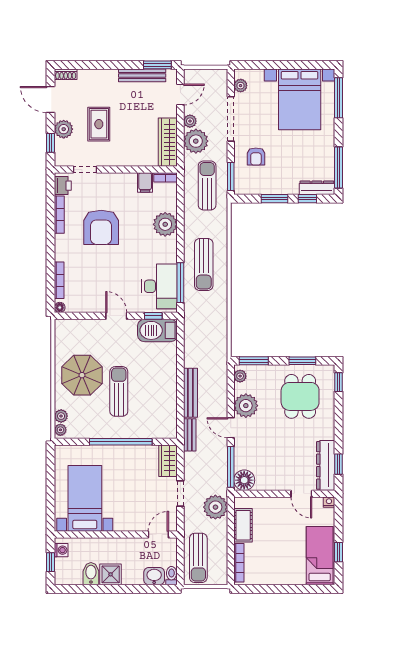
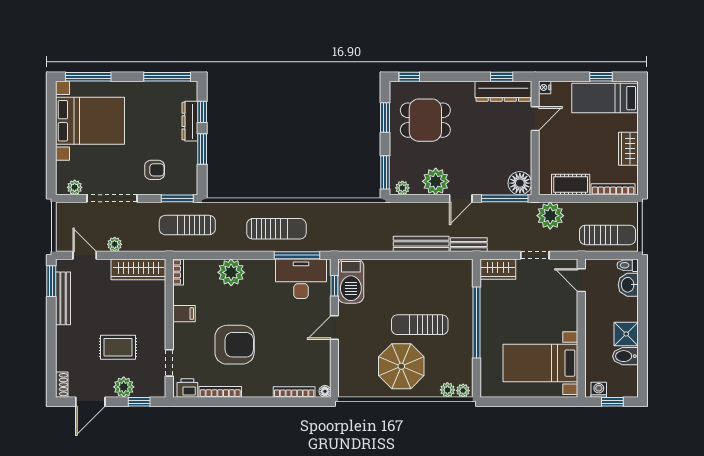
plant: (196, 141) -> (137, 238), removed
filing cabinet: (145, 183) -> (184, 314), moved
dresser: (317, 188) -> (190, 121), moved
wardrobe: (275, 576) -> (628, 149), added

